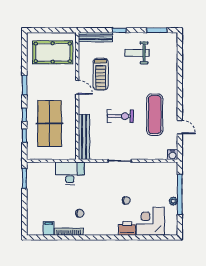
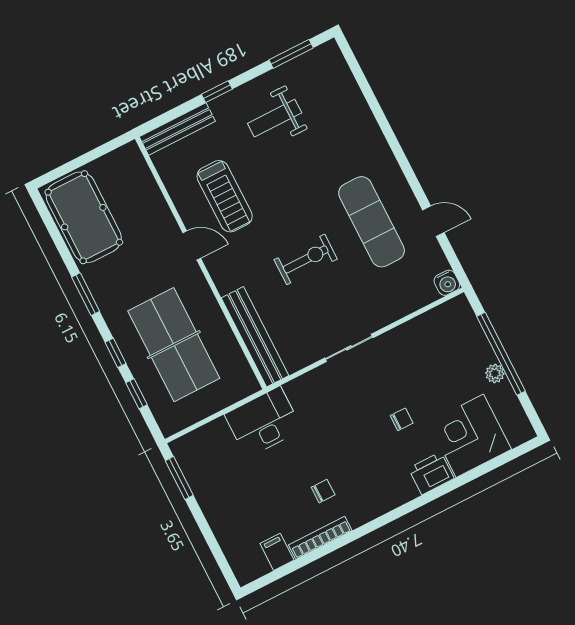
pool table: (53, 52) -> (84, 217), moved, turned 90

